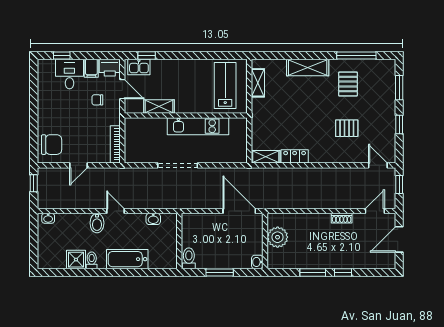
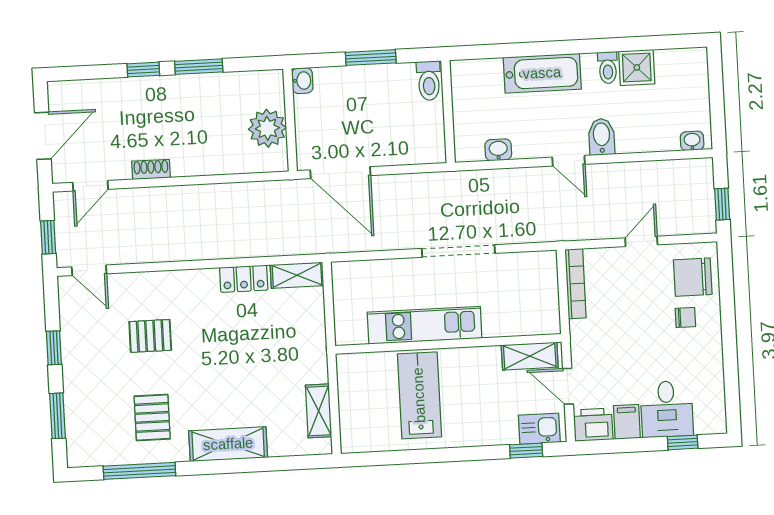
lab bench: (225, 86) -> (419, 395), moved, turned 180
chair: (97, 100) -> (685, 317), moved
shelving: (159, 106) -> (530, 356), moved

